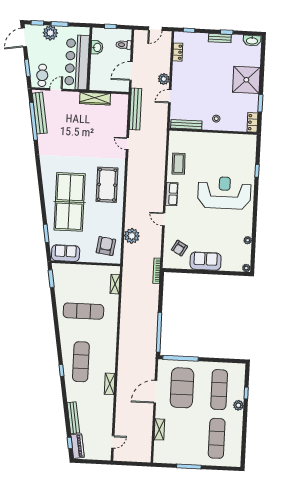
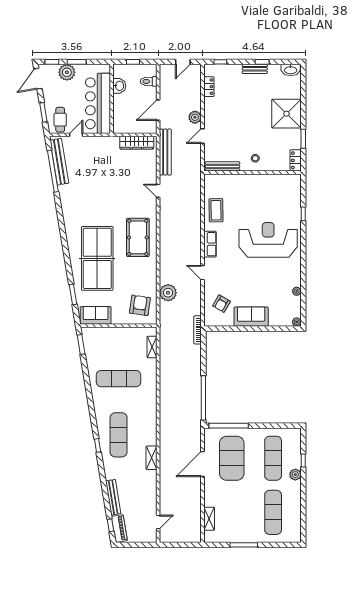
wardrobe: (95, 99) -> (137, 143), moved
shelving: (159, 429) -> (209, 519), moved

